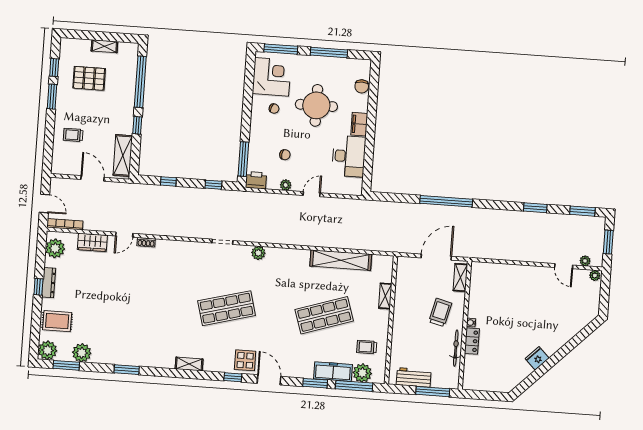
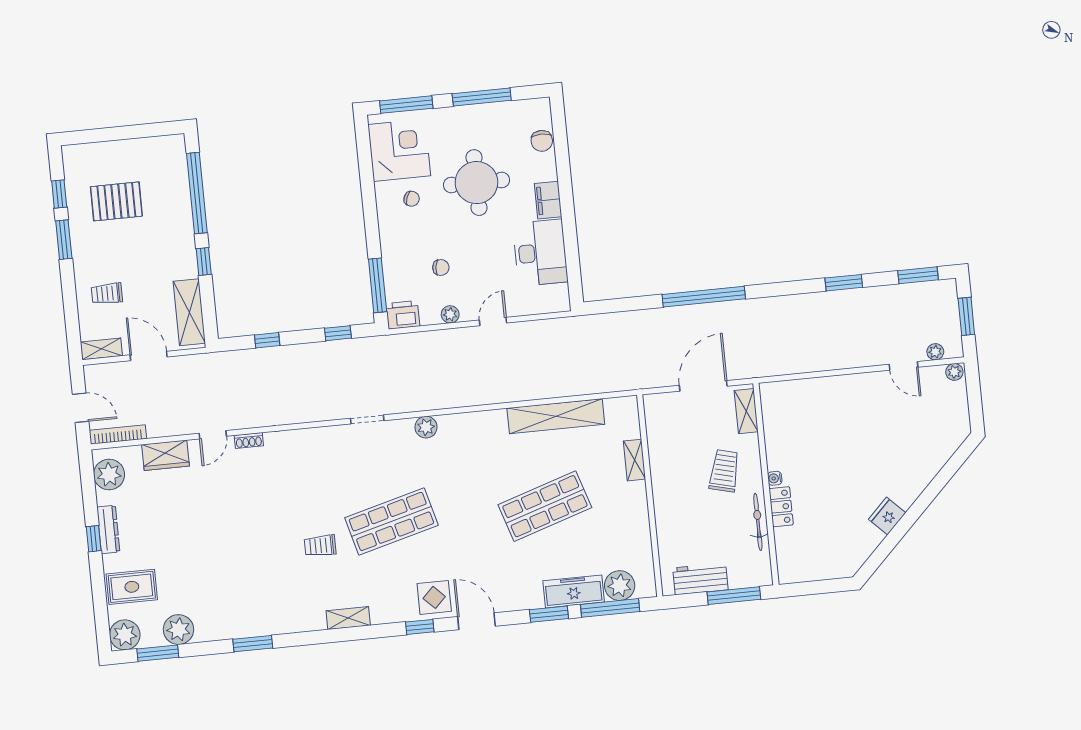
shelving: (104, 46) -> (101, 349), moved
trolley: (367, 347) -> (320, 546), moved

